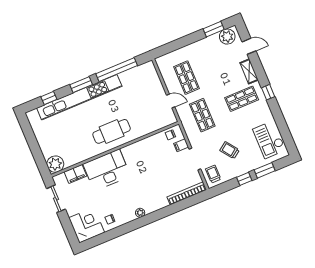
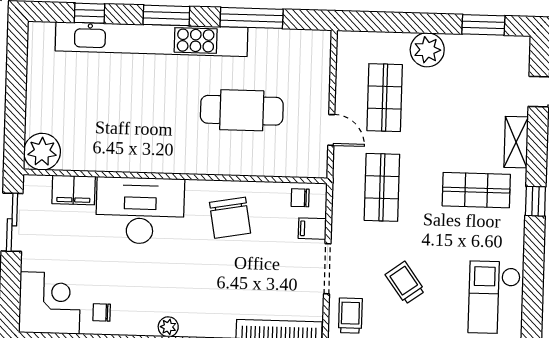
plant: (227, 37) -> (427, 50), moved
window: (117, 70) -> (252, 18), width x0.68
cafe table: (112, 131) -> (242, 110), moved
chair: (145, 156) -> (230, 218), added

